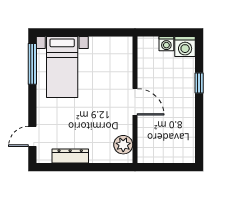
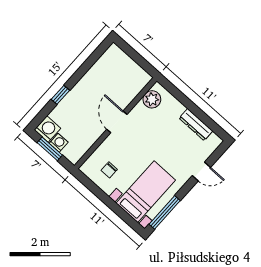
window: (169, 32) -> (50, 149), added
chair: (107, 58) -> (109, 170), added
door: (32, 136) -> (201, 171), moved

